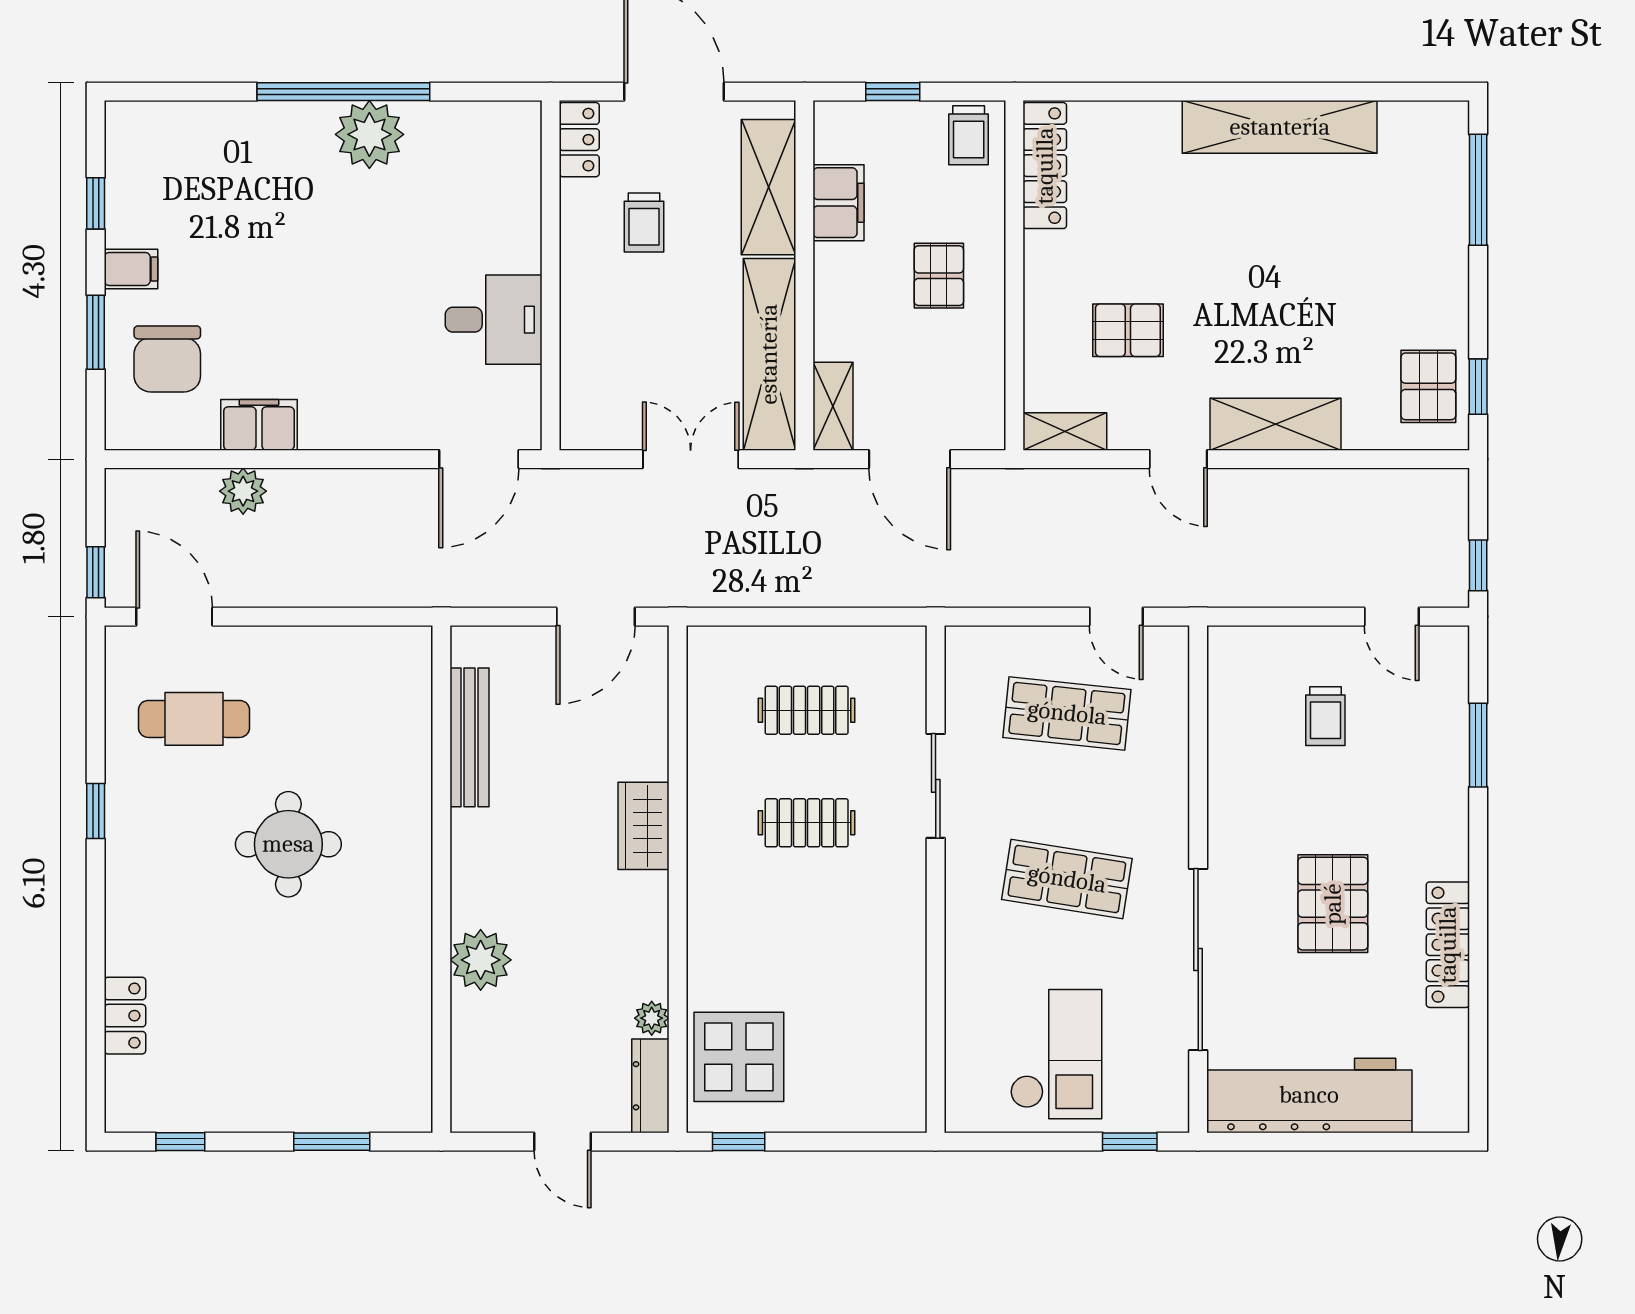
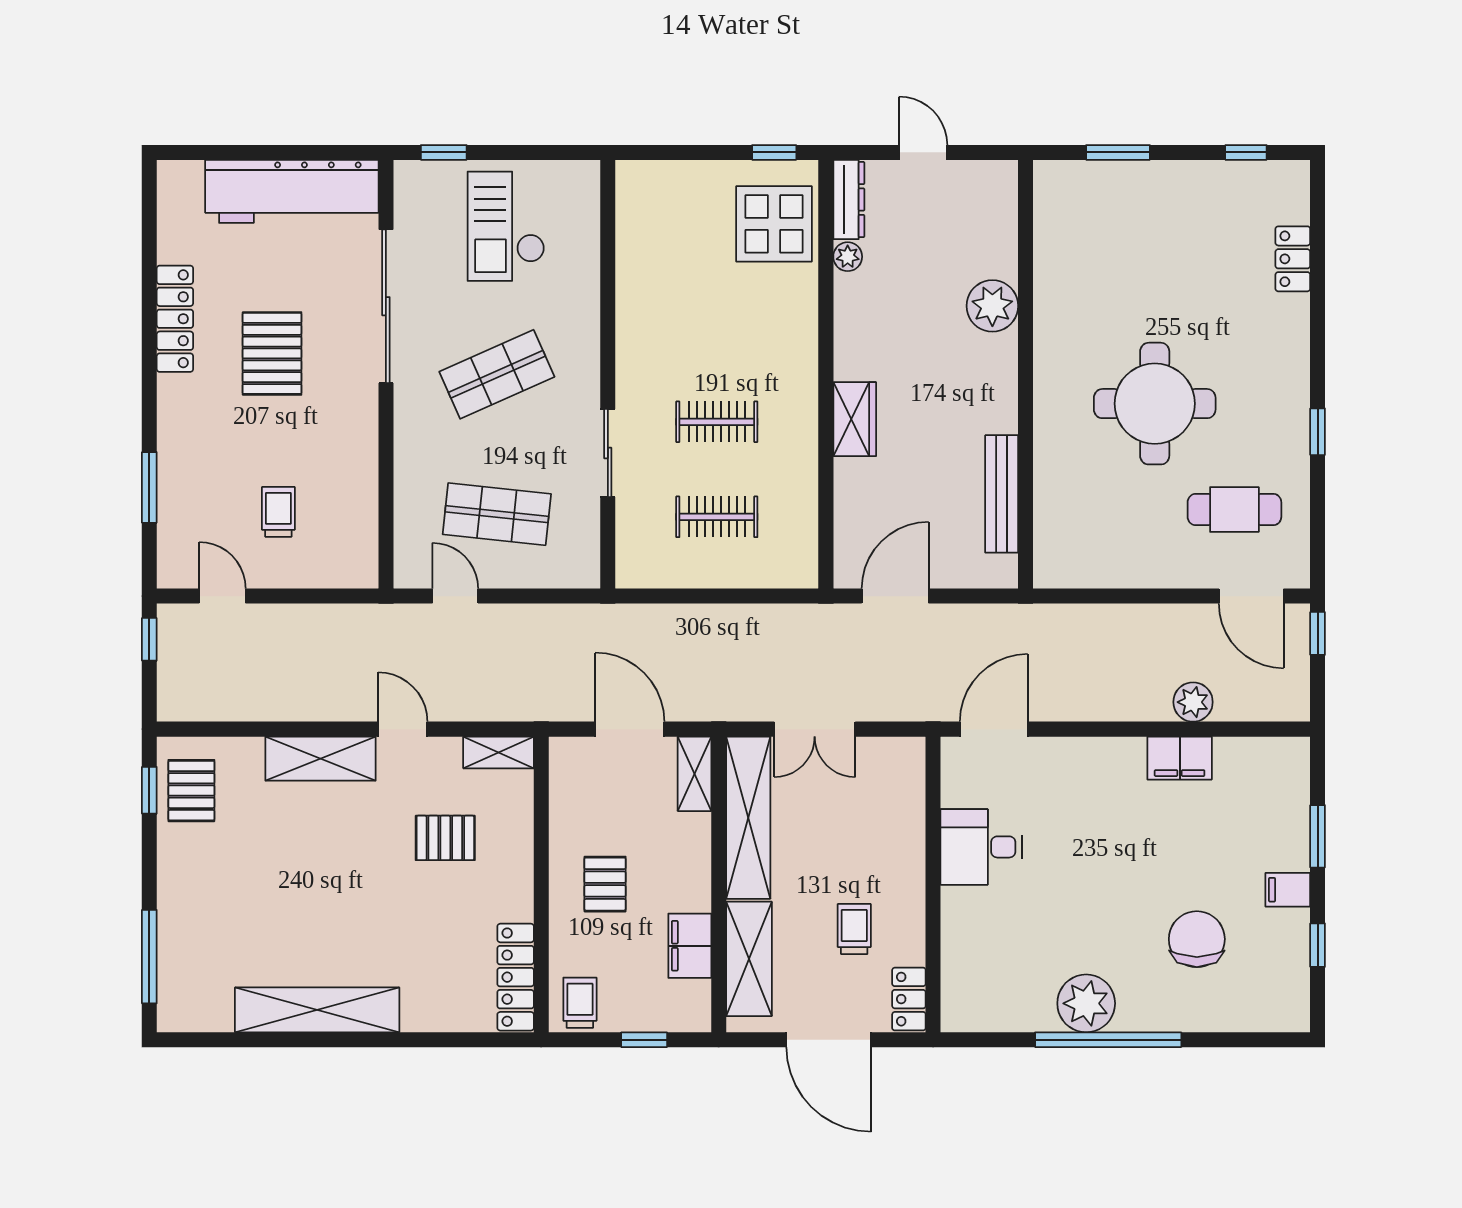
chair: (167, 359) -> (1197, 939), moved
round table: (288, 844) -> (1155, 404), width x1.36, depth x1.36
shop shelf: (1067, 879) -> (497, 374), turned -33

